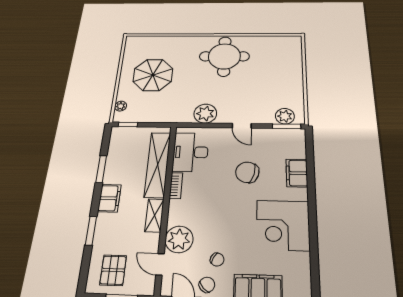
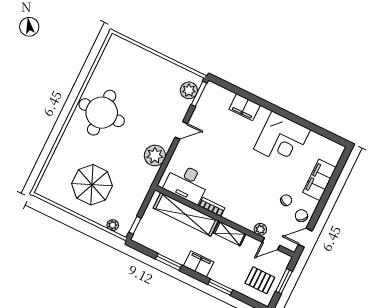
chair: (247, 172) -> (226, 146), removed
plant: (179, 239) -> (260, 229), width x0.53, depth x0.53

